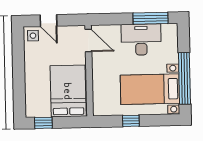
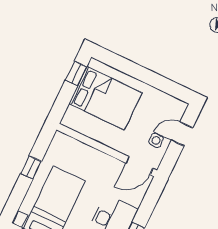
side table: (33, 36) -> (156, 140), moved
bed: (68, 91) -> (105, 98), moved

